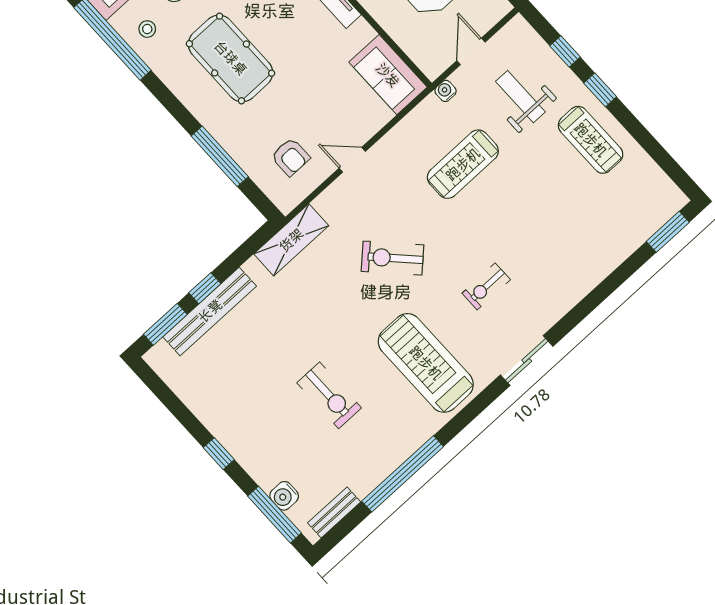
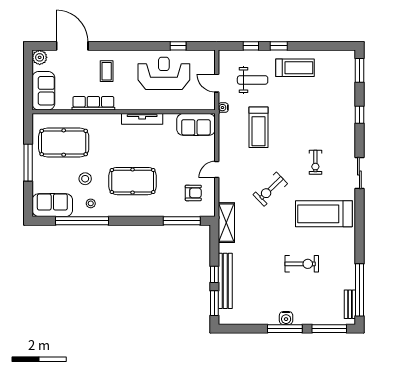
weight bench: (520, 97) -> (253, 80), turned 180
window: (220, 156) -> (182, 221), moved
window: (607, 287) -> (359, 115), added
window: (219, 454) -> (285, 329), width x2.17
window: (403, 474) -> (359, 290), moved
water cooler: (284, 496) -> (286, 318), moved

